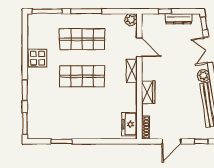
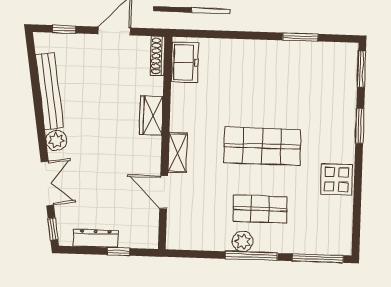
plant: (131, 20) -> (243, 242), moved
shop shelf: (82, 39) -> (260, 209), width x0.70, depth x0.74

